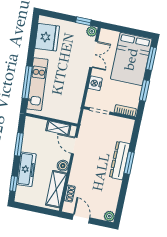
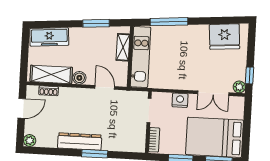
kitchen unit: (37, 84) -> (141, 57), moved, turned -86
shelving: (58, 128) -> (123, 47), moved
door: (74, 145) -> (105, 87), hinge flipped
dresser: (120, 160) -> (80, 141), moved
freezer: (26, 169) -> (49, 37), moved
window: (14, 184) -> (50, 24), removed

